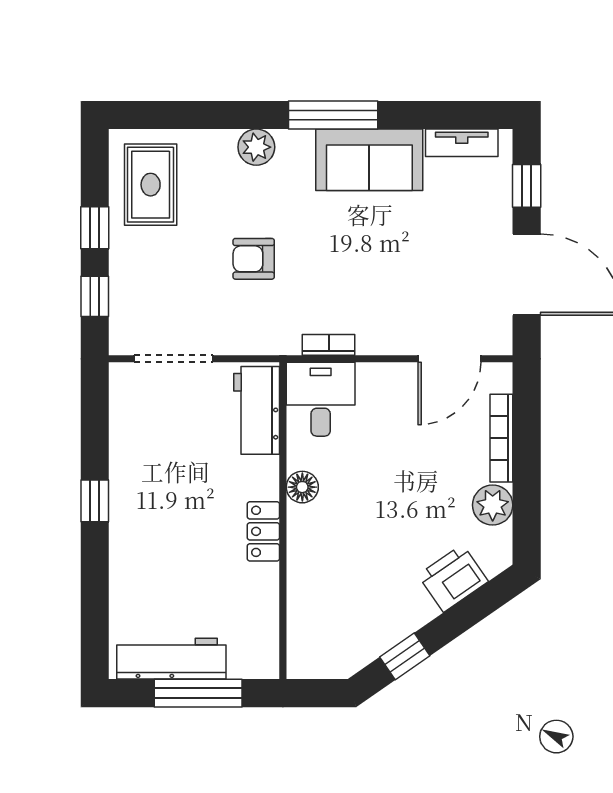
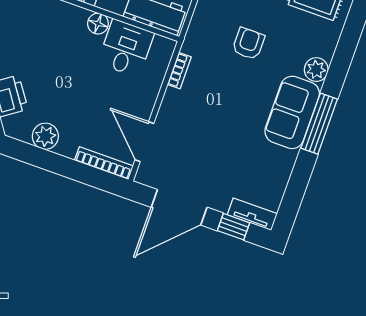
tv unit: (462, 143) -> (252, 214), moved, turned 90
sofa: (369, 160) -> (292, 112), moved
desk: (321, 399) -> (126, 48), moved, turned -90
bookcase: (501, 438) -> (104, 163), moved

